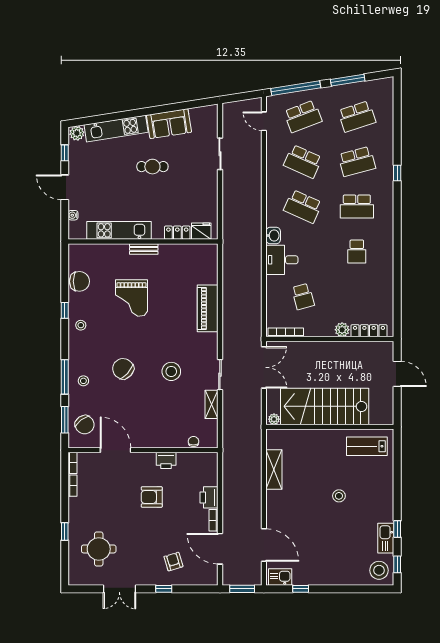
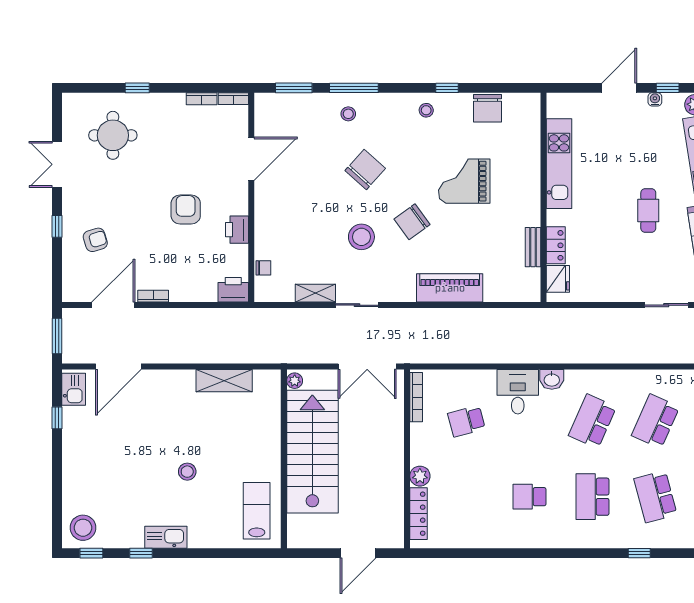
water cooler: (73, 215) -> (655, 99), moved
bench: (144, 249) -> (533, 247), moved
chair: (85, 425) -> (412, 222), moved
printer: (209, 497) -> (233, 290), moved
kitchen sink: (386, 538) -> (166, 537), moved

